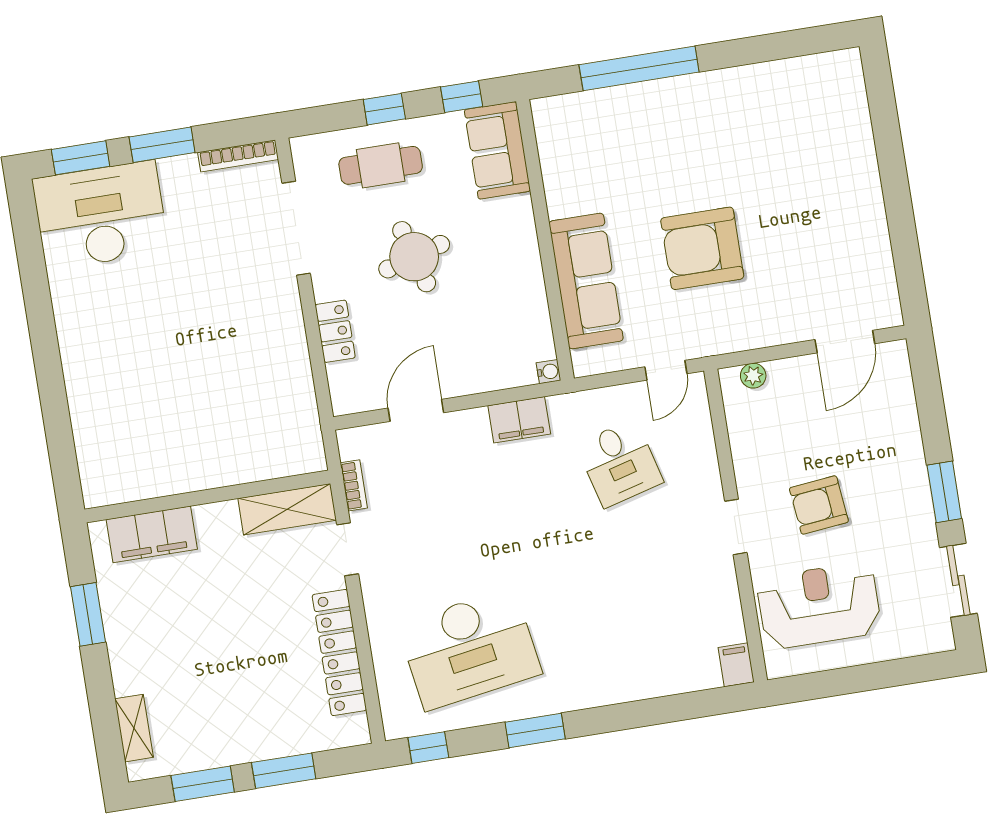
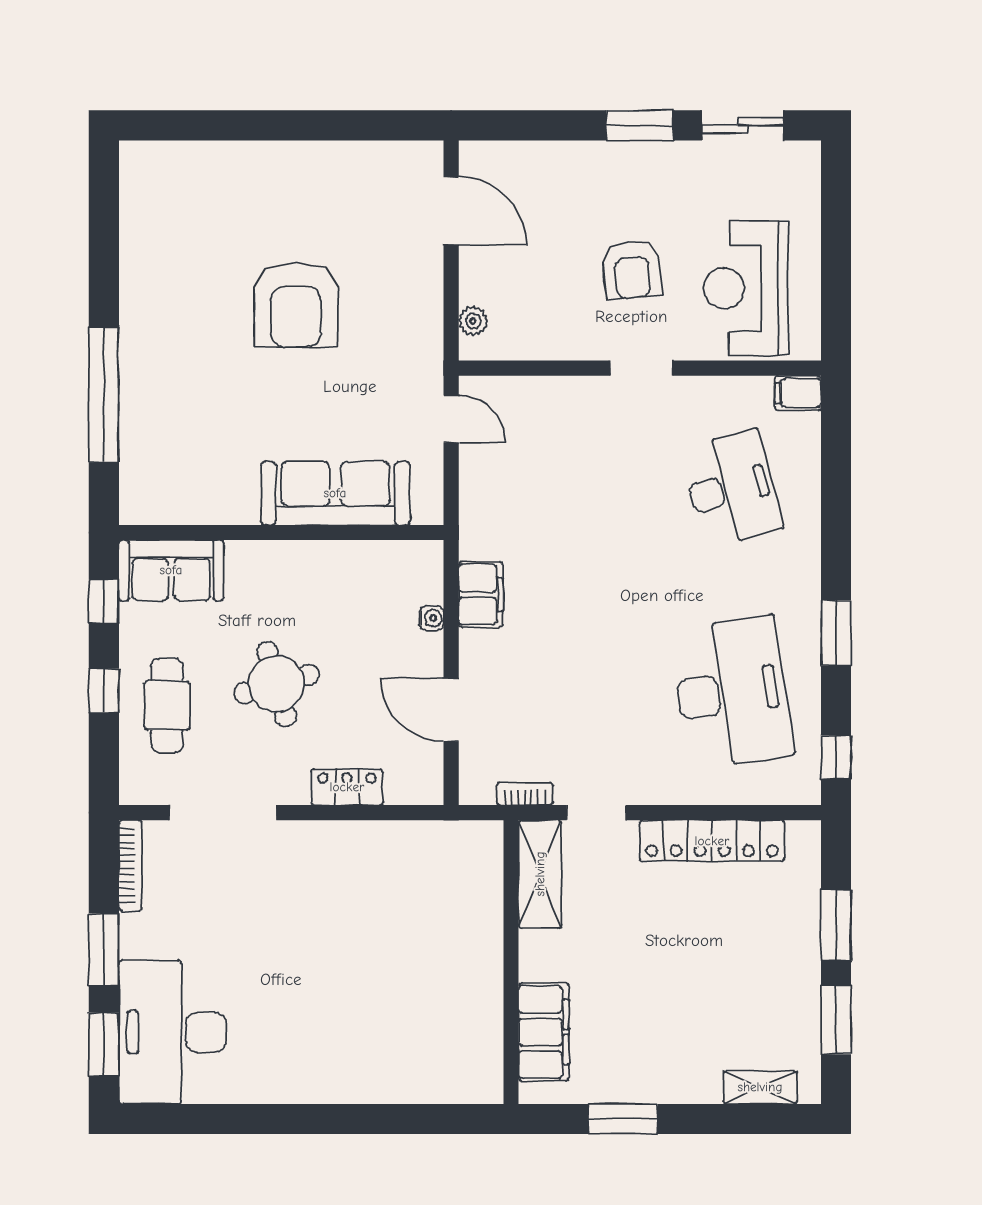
armchair: (702, 248) -> (296, 305), moved
water cooler: (549, 372) -> (431, 618), moved, turned 90
desk: (620, 463) -> (732, 488), moved, width x1.37

